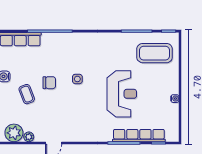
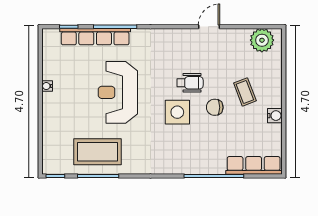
coffee table: (155, 53) -> (98, 152), moved
side table: (77, 79) -> (177, 112), width x1.87, depth x1.87
wheelchair: (68, 101) -> (190, 83), added
plant: (29, 137) -> (242, 35), removed

